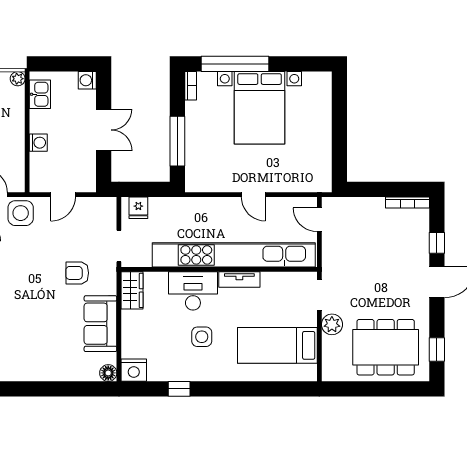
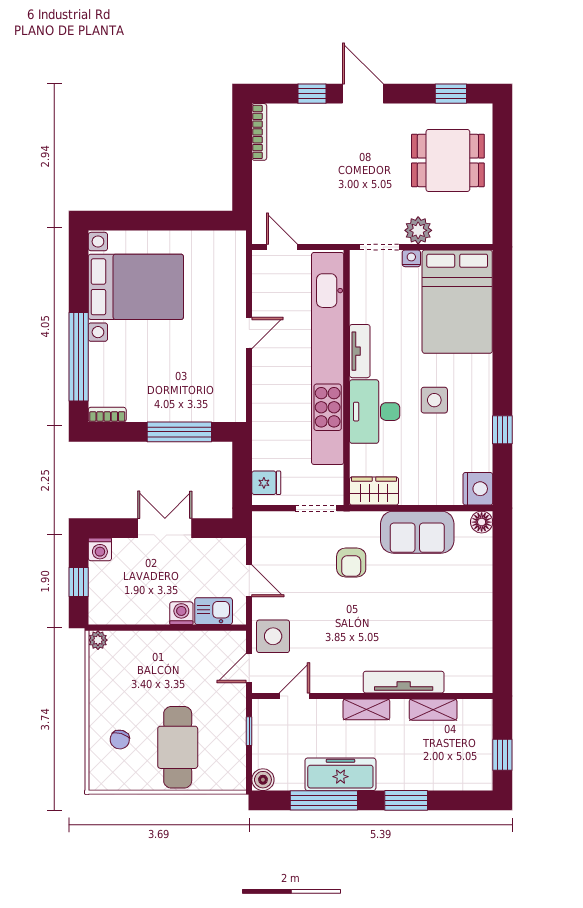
window: (62, 64) -> (79, 582), added
kitchen sink: (40, 94) -> (214, 611), moved
bed with nightstands: (260, 108) -> (136, 287), moved
door: (319, 220) -> (282, 247), swing flipped
nightstand: (311, 319) -> (411, 258), added
bed: (277, 345) -> (457, 302), width x1.50
dining table: (386, 347) -> (448, 160), width x0.73

